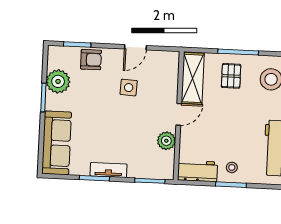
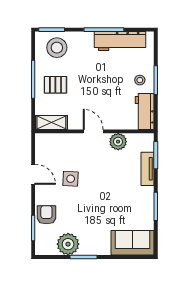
shelving: (193, 78) -> (51, 122), width x0.67, depth x0.75
sofa: (57, 143) -> (133, 243), width x0.73
tv unit: (108, 170) -> (148, 169), moved

